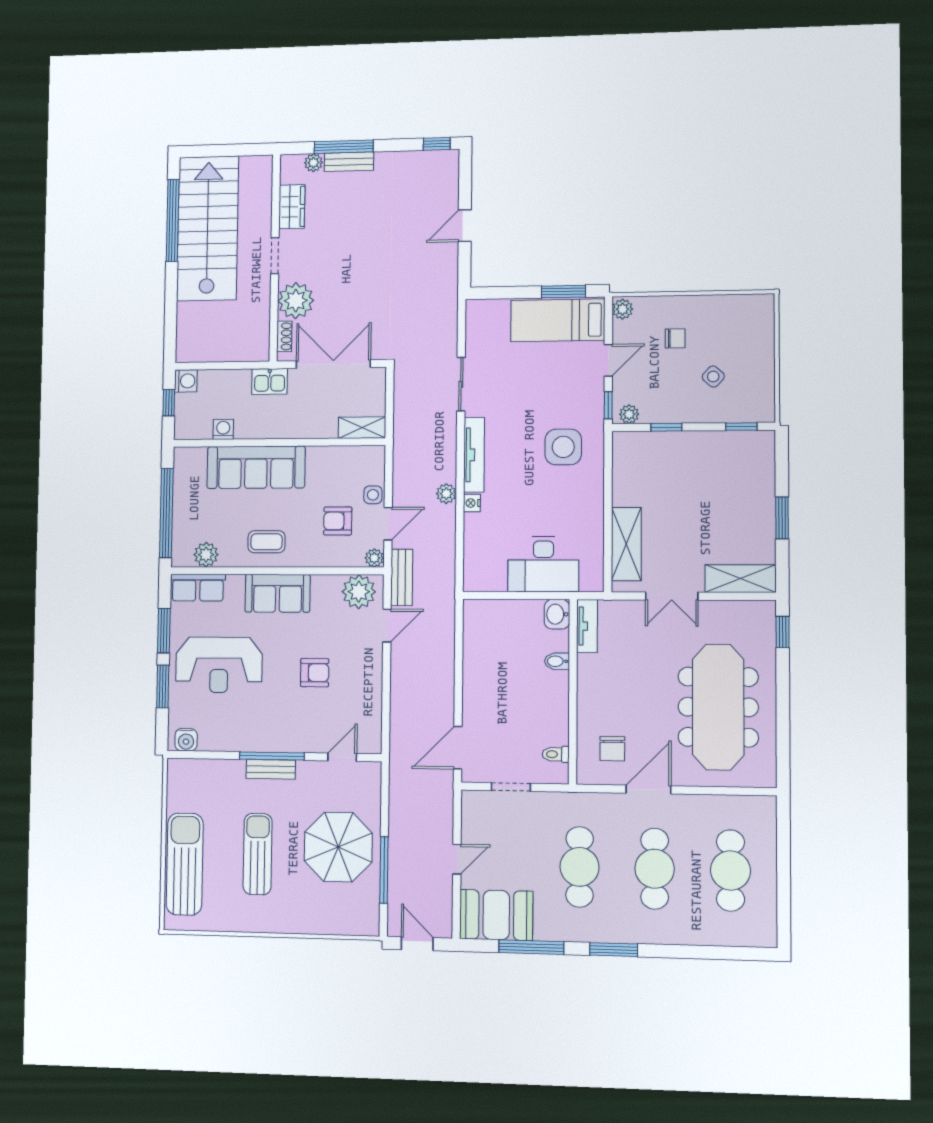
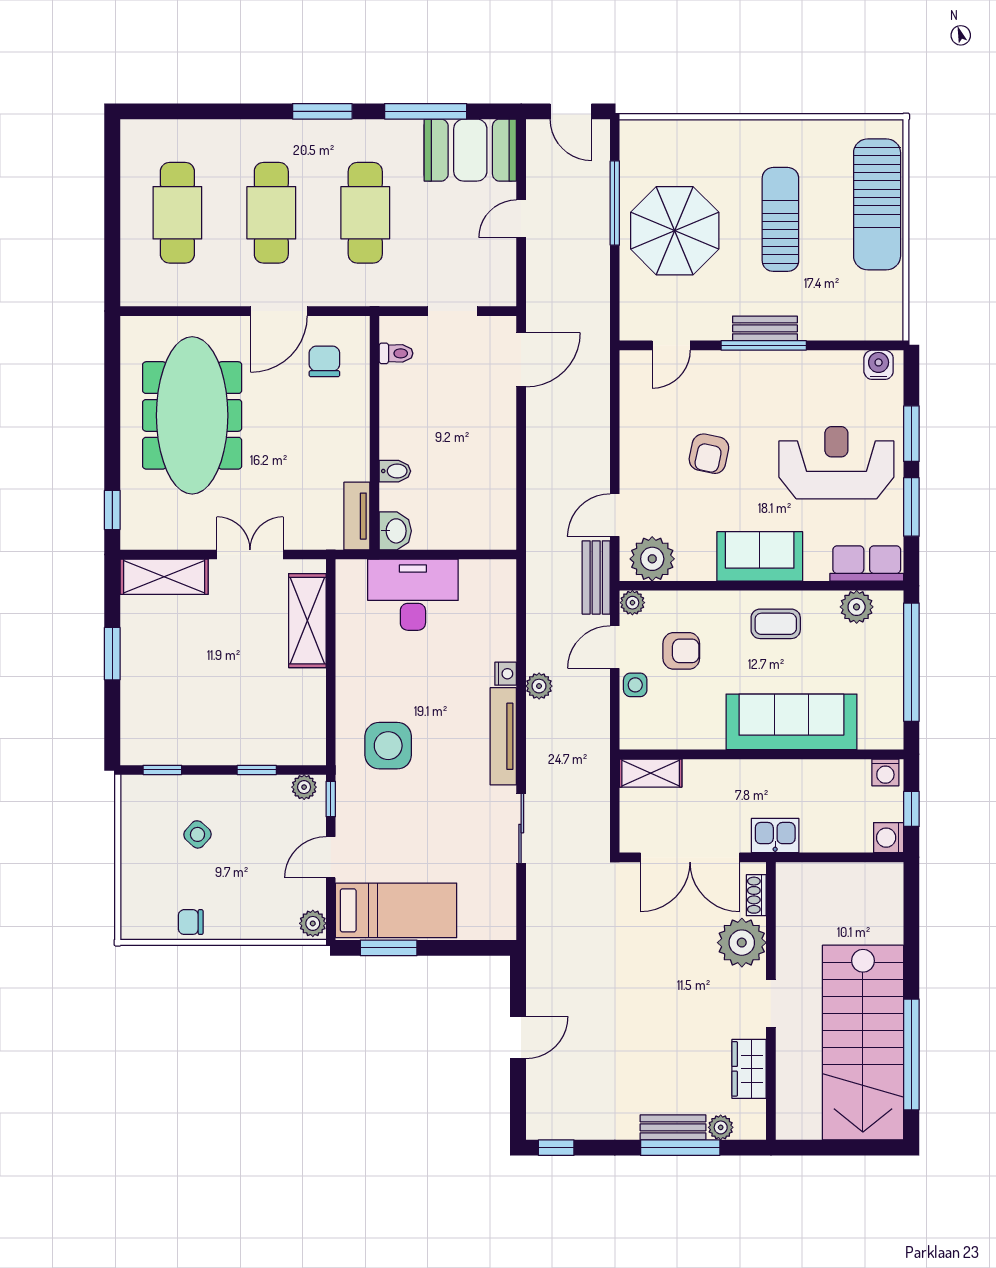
chair: (675, 338) -> (191, 922), moved
washing machine: (223, 429) -> (885, 772), moved
armchair: (315, 673) -> (709, 454), turned -78
sun lounger: (258, 854) -> (780, 219), turned 180

